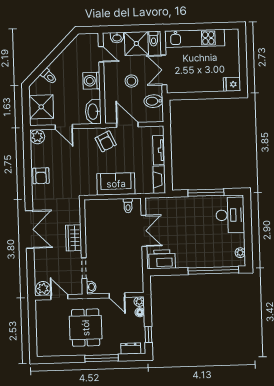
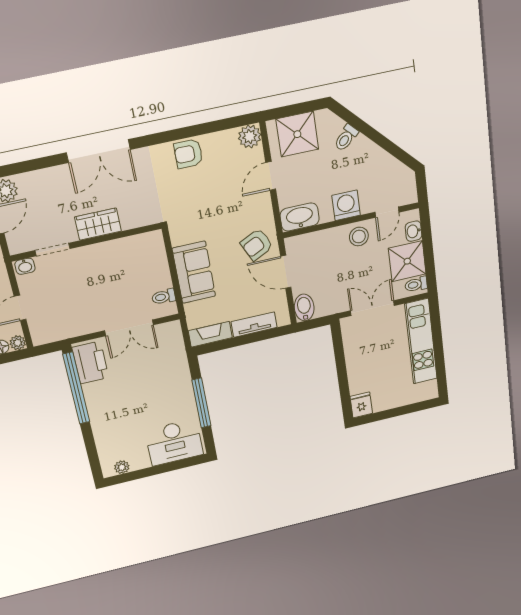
stool: (131, 81) -> (359, 237), moved
bidet: (153, 101) -> (304, 307), moved
door: (127, 125) -> (286, 272), swing flipped
window: (213, 270) -> (76, 388), moved

